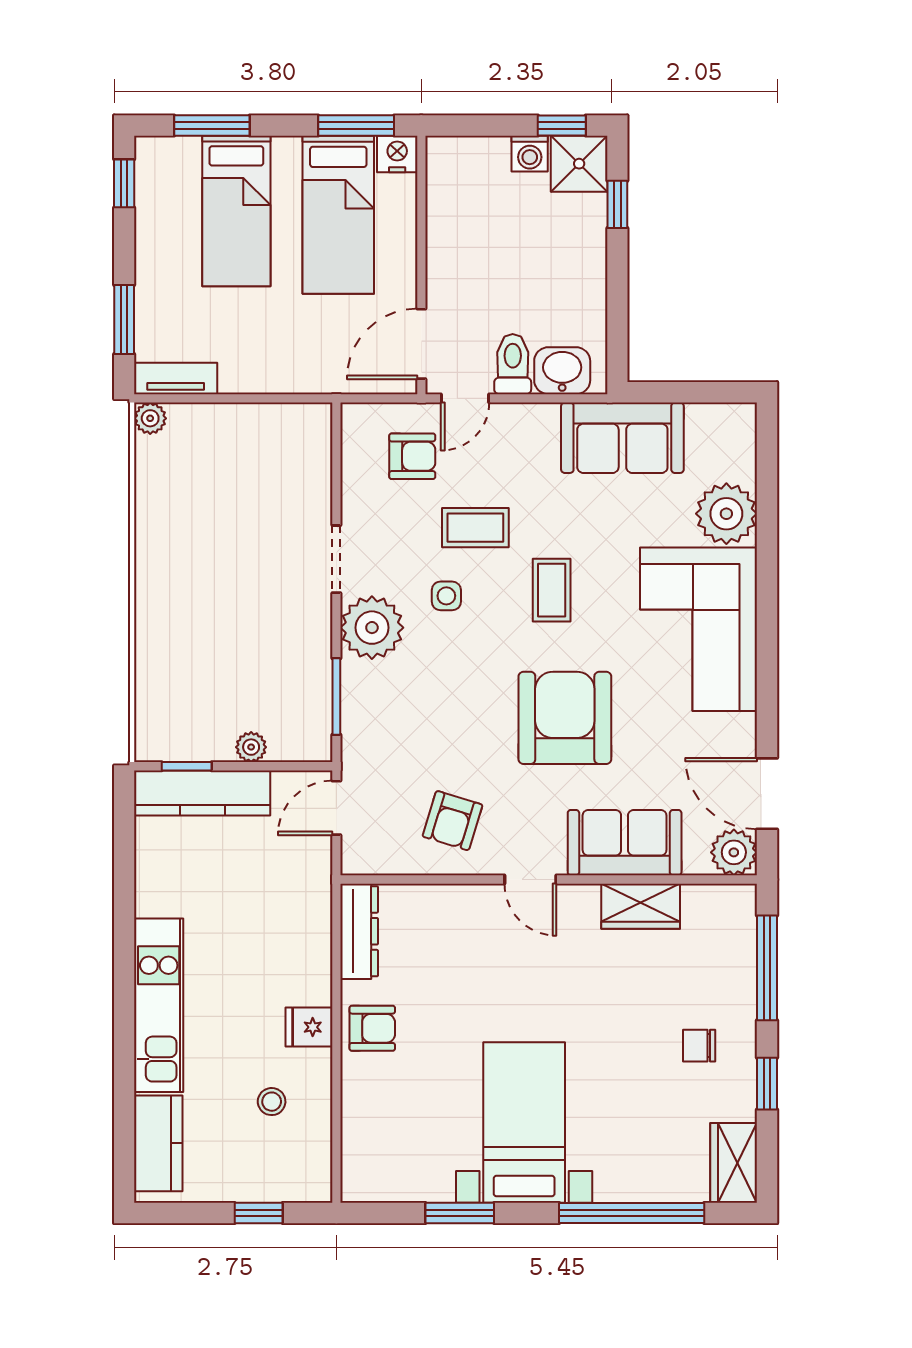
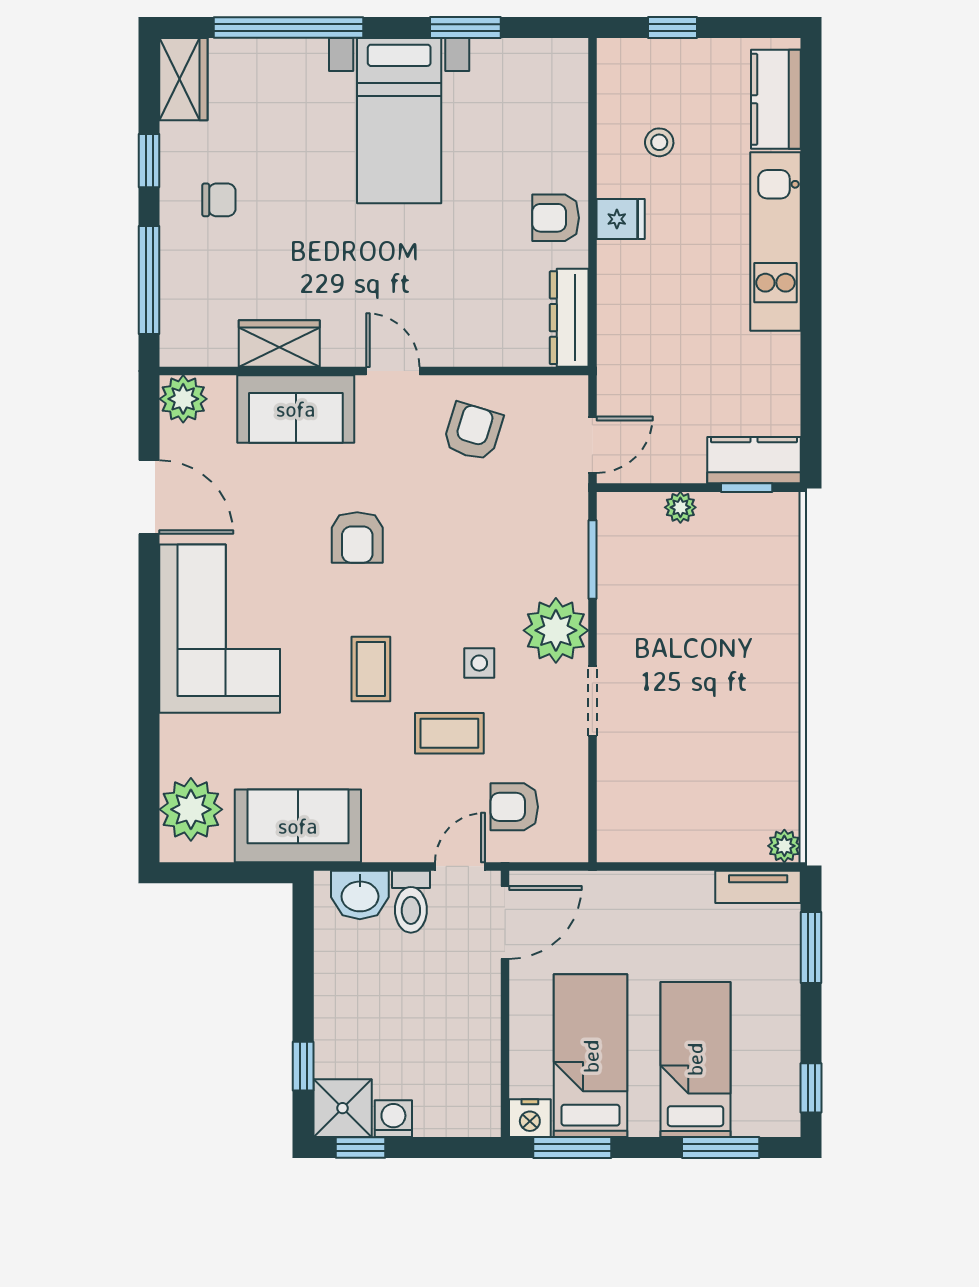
plant: (726, 514) -> (191, 809), moved
armchair: (565, 718) -> (357, 537), width x0.53, depth x0.53
kitchen counter: (202, 793) -> (754, 460), width x0.67
door: (767, 794) -> (149, 497), moved

